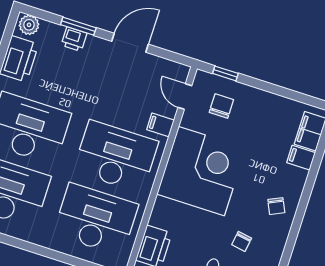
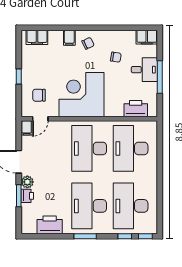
plant: (29, 25) -> (27, 182), moved
window: (225, 73) -> (19, 77), moved
filing cabinet: (160, 125) -> (27, 128), moved
filing cabinet: (301, 158) -> (69, 38), moved

